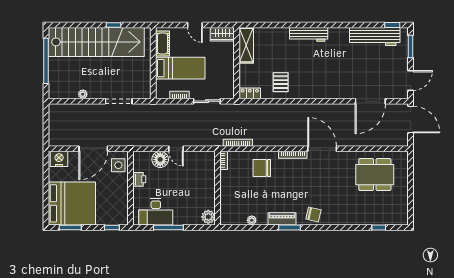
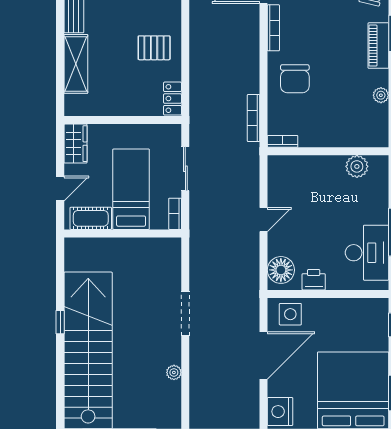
cot: (162, 44) -> (91, 218), moved
shelving: (246, 45) -> (76, 64), moved, turned 90
wall: (153, 63) -> (123, 233), moved
bed: (180, 68) -> (131, 189), moved
door: (93, 149) -> (264, 355), hinge flipped
floor lamp: (160, 159) -> (281, 270), moved
plant: (208, 217) -> (357, 166), moved

